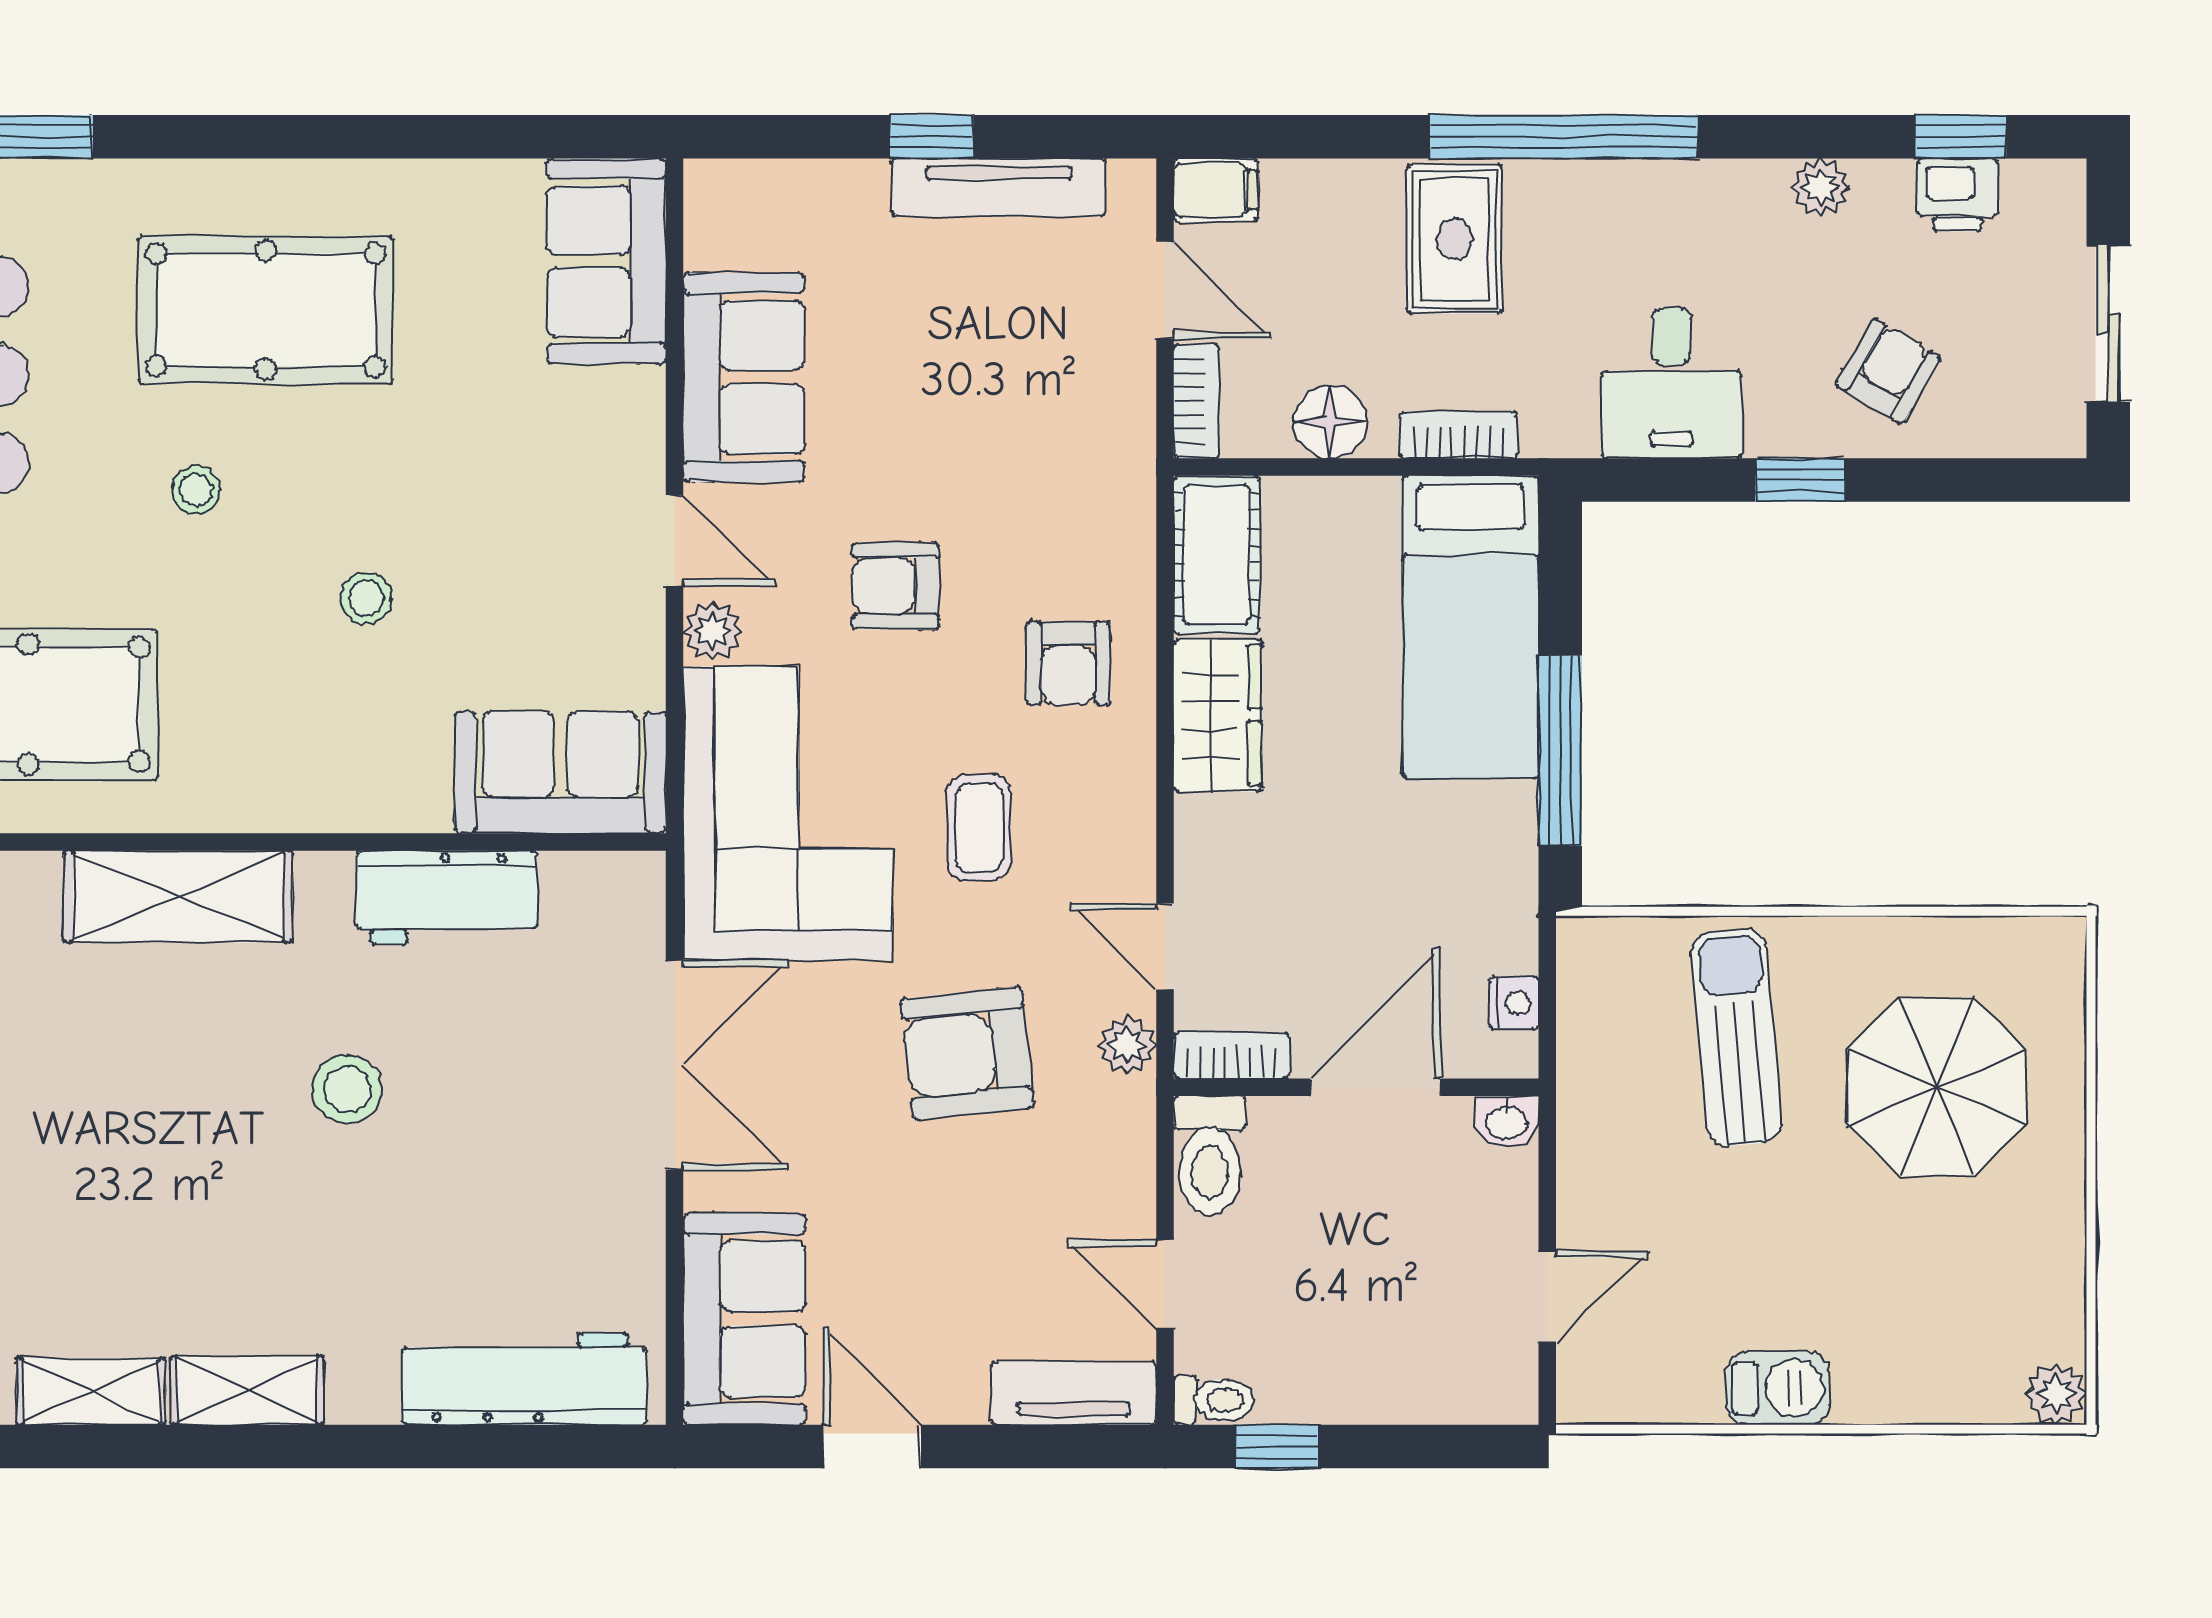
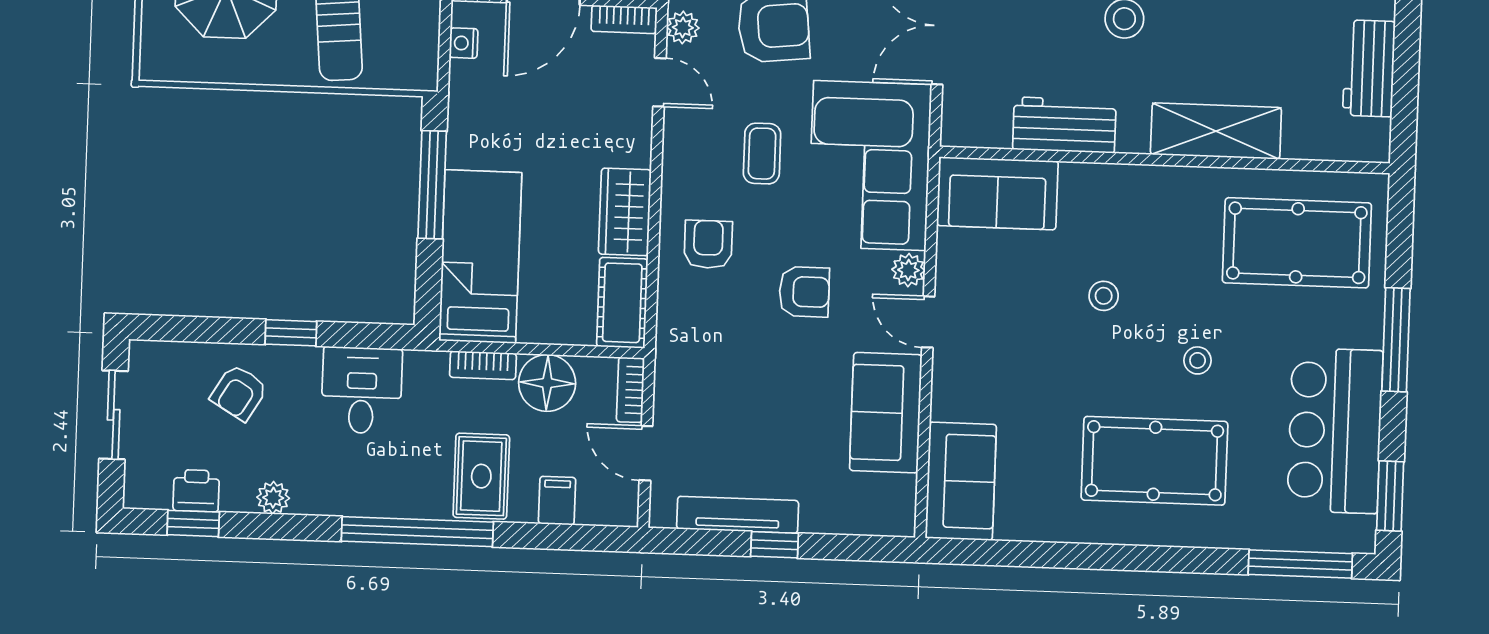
filing cabinet: (1216, 190) -> (557, 501), moved, turned 90
floor lamp: (1330, 422) -> (547, 383), width x1.38, depth x1.38

